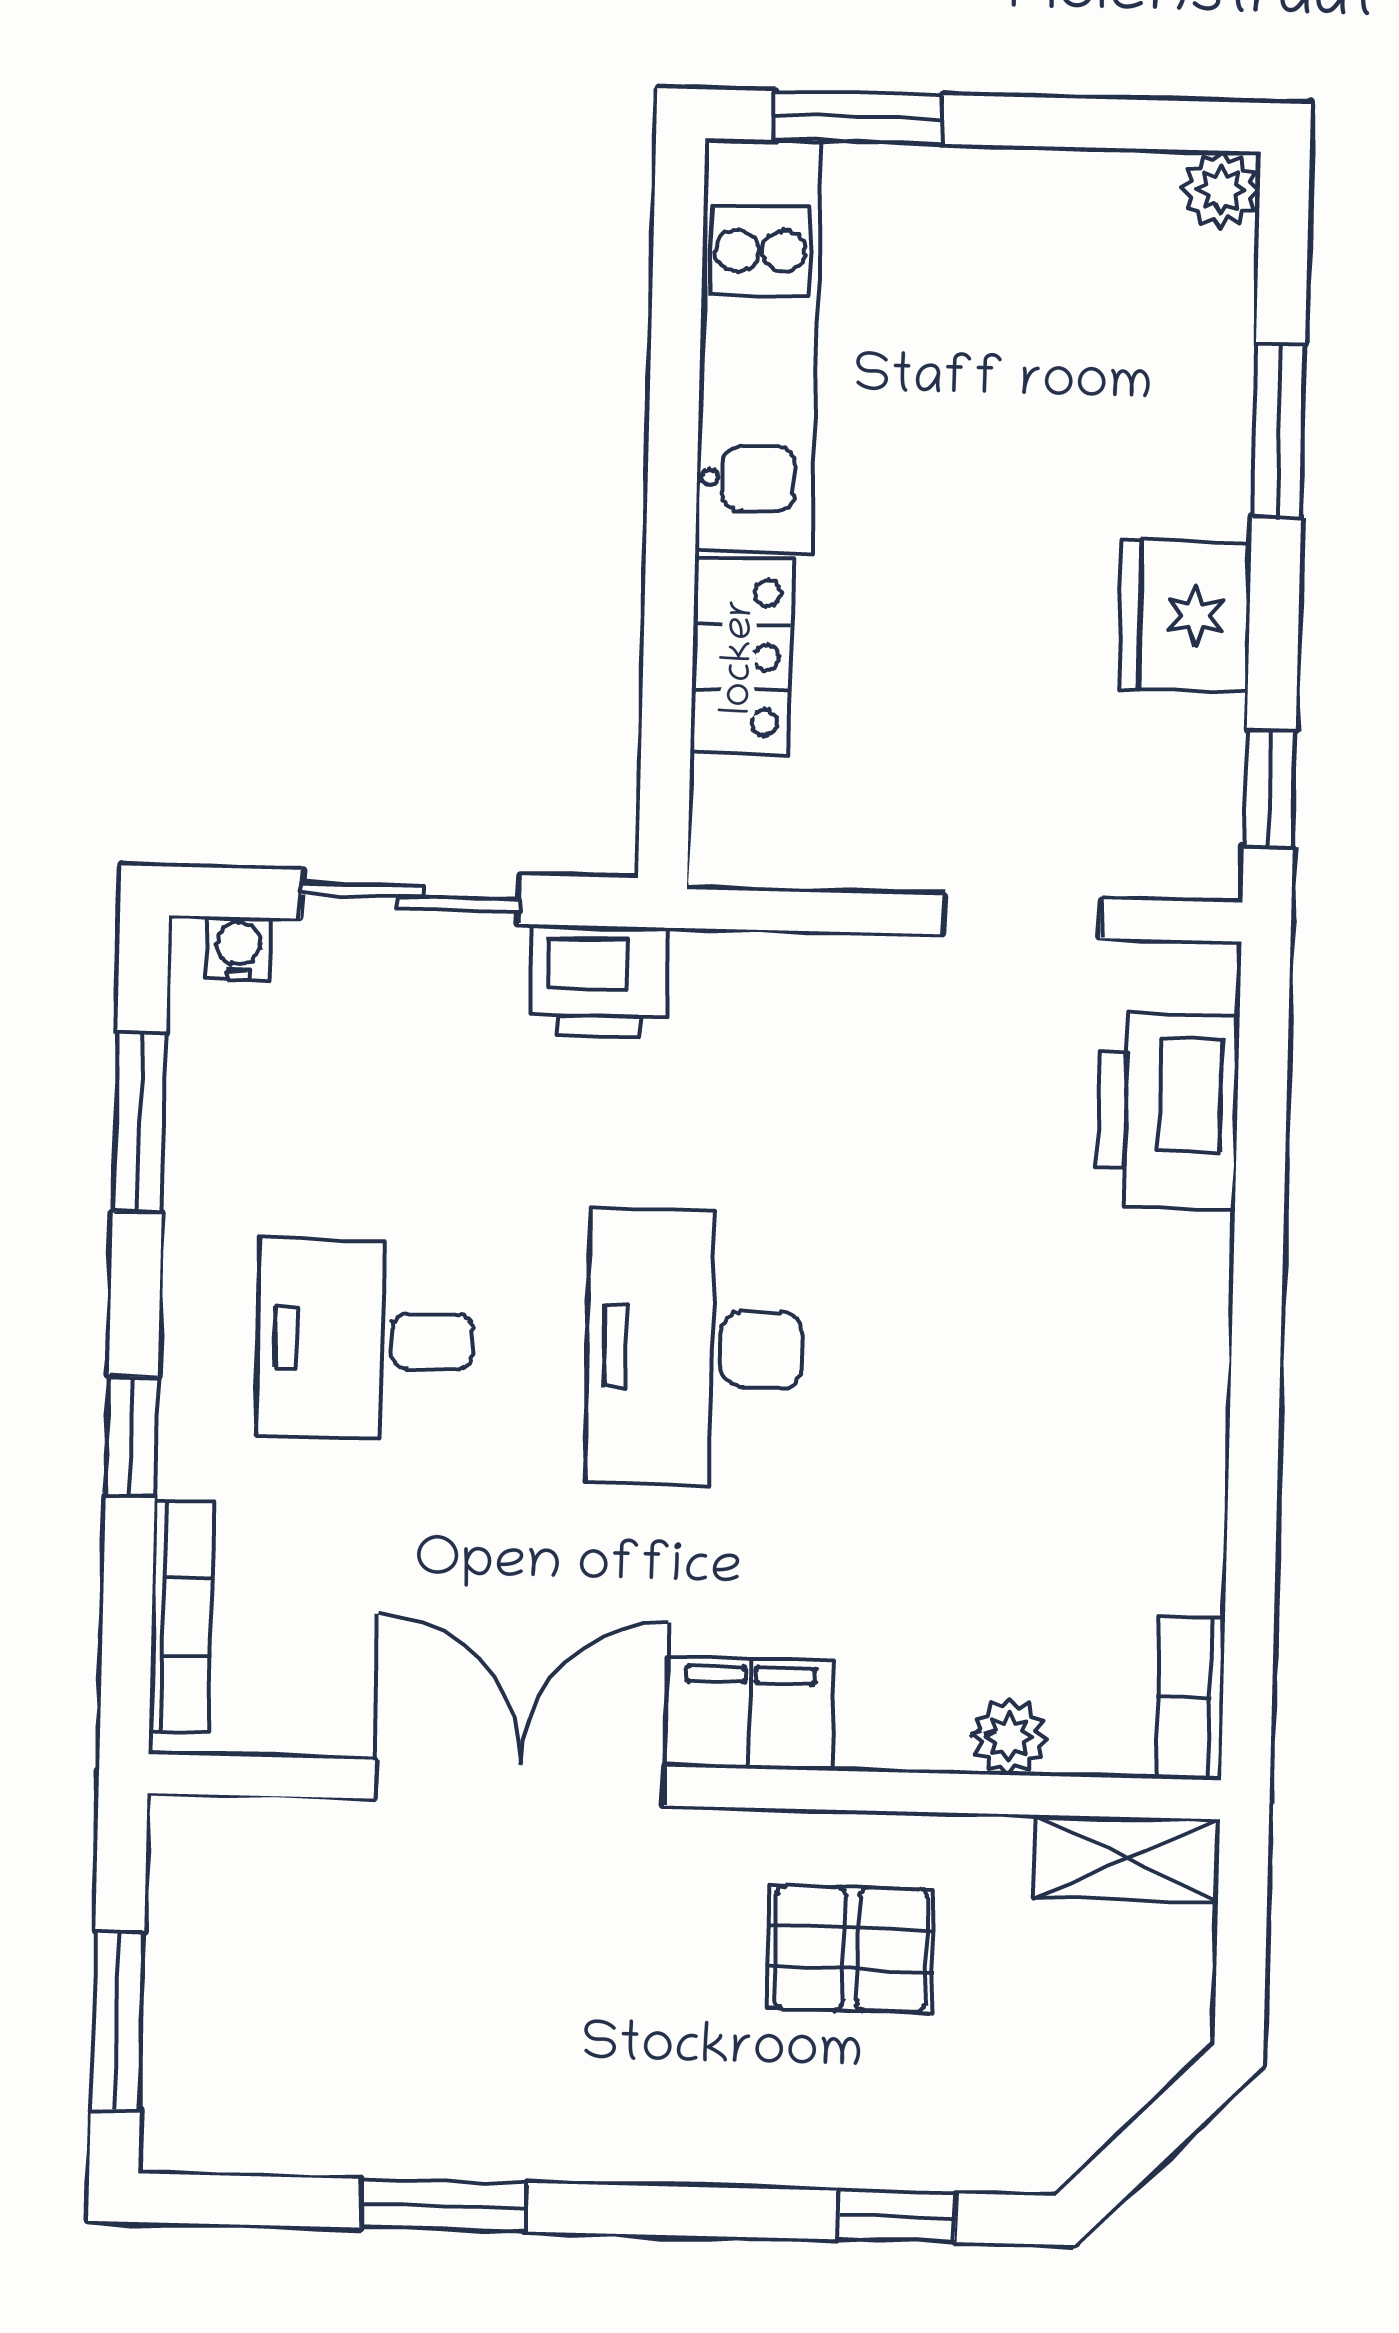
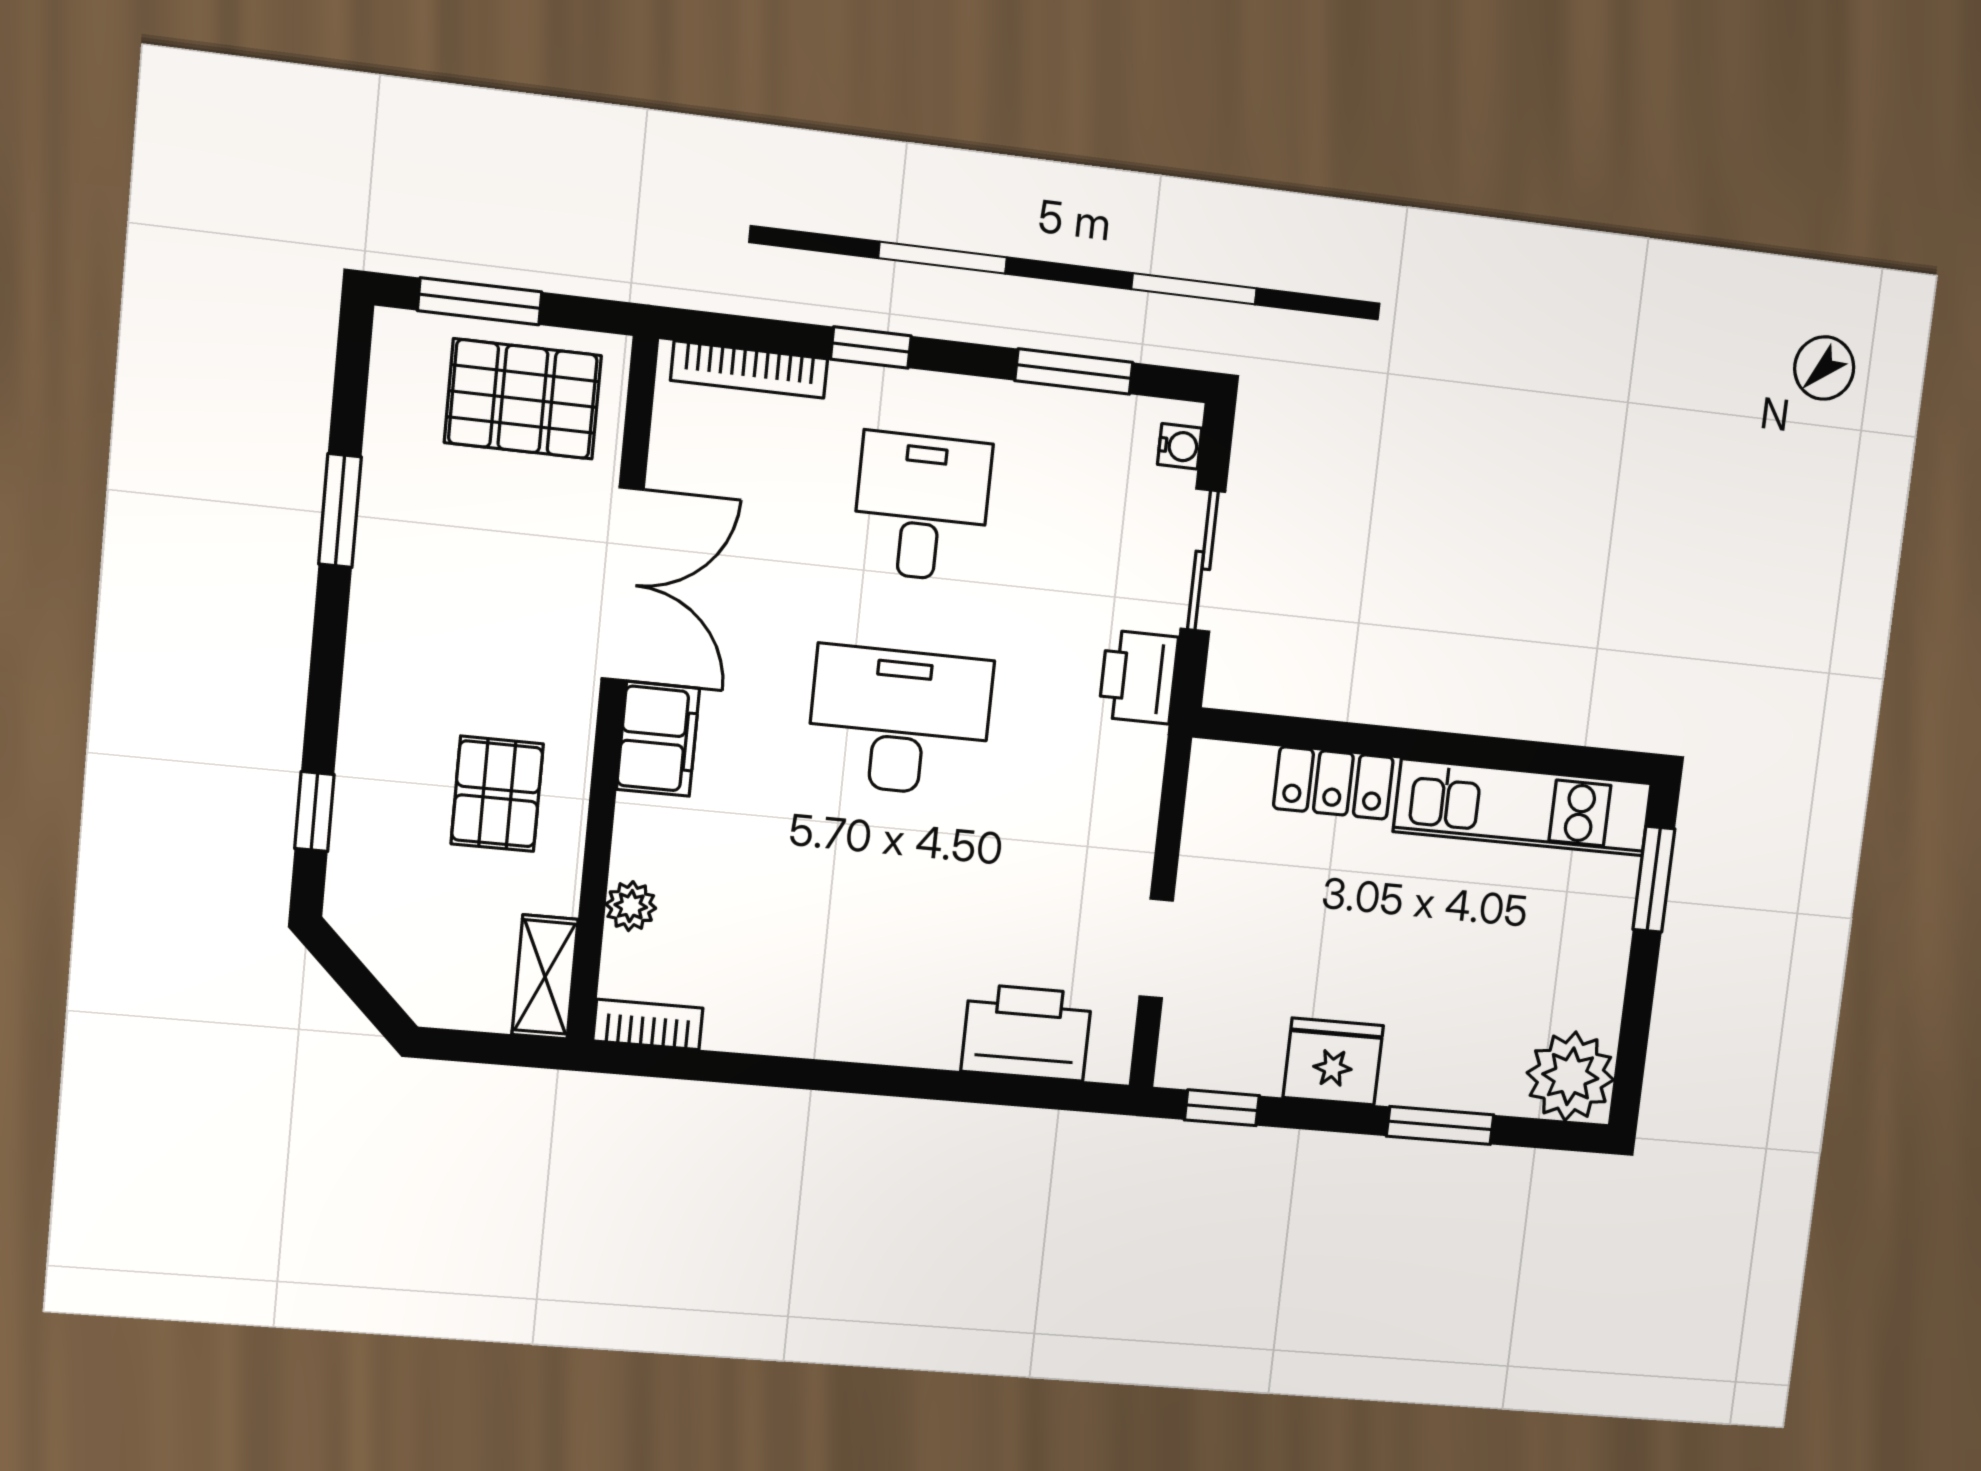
plant: (1221, 190) -> (1570, 1076), width x1.88, depth x1.88
pallet: (256, 1949) -> (523, 399), added

